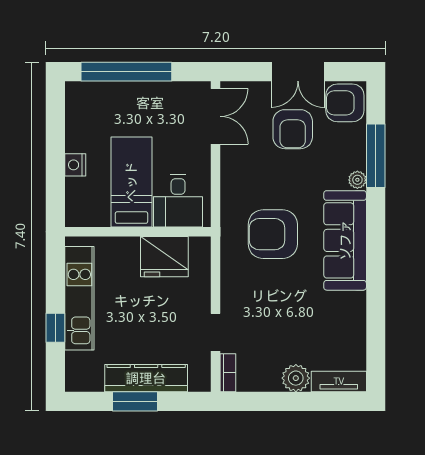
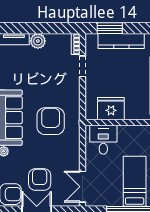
bed: (131, 182) -> (135, 181), moved, turned 180
armchair: (273, 234) -> (51, 121), turned -90
window: (135, 401) -> (110, 28), moved

